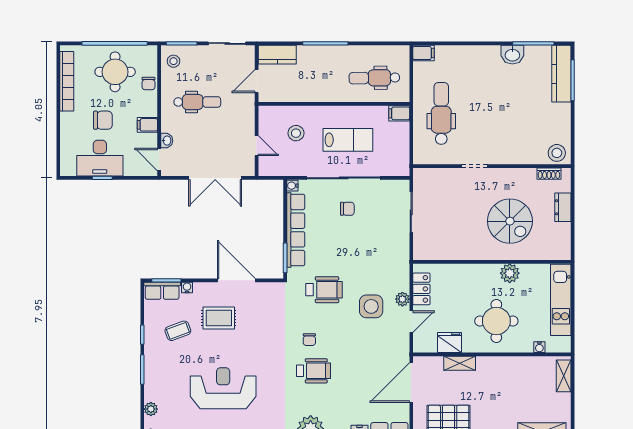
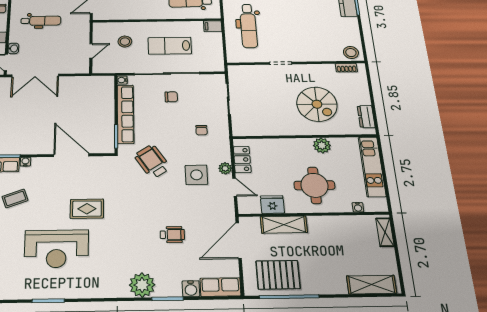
dental chair: (441, 113) -> (248, 26), turned 180
lab bench: (348, 140) -> (170, 46), turned 180
door: (257, 146) -> (91, 51), hinge flipped
double door: (215, 178) -> (35, 75), moved
dresser: (563, 207) -> (366, 117), moved
wheelchair: (324, 290) -> (152, 162), turned -123
rug: (219, 318) -> (87, 209), moved
door: (411, 322) -> (235, 187), hinge flipped
chair: (309, 340) -> (202, 130), moved
shelving: (460, 363) -> (284, 225), width x1.50, depth x1.33
wheelchair: (313, 371) -> (172, 235), moved, width x0.73, depth x0.73
reception desk: (223, 388) -> (56, 249), turned 180

